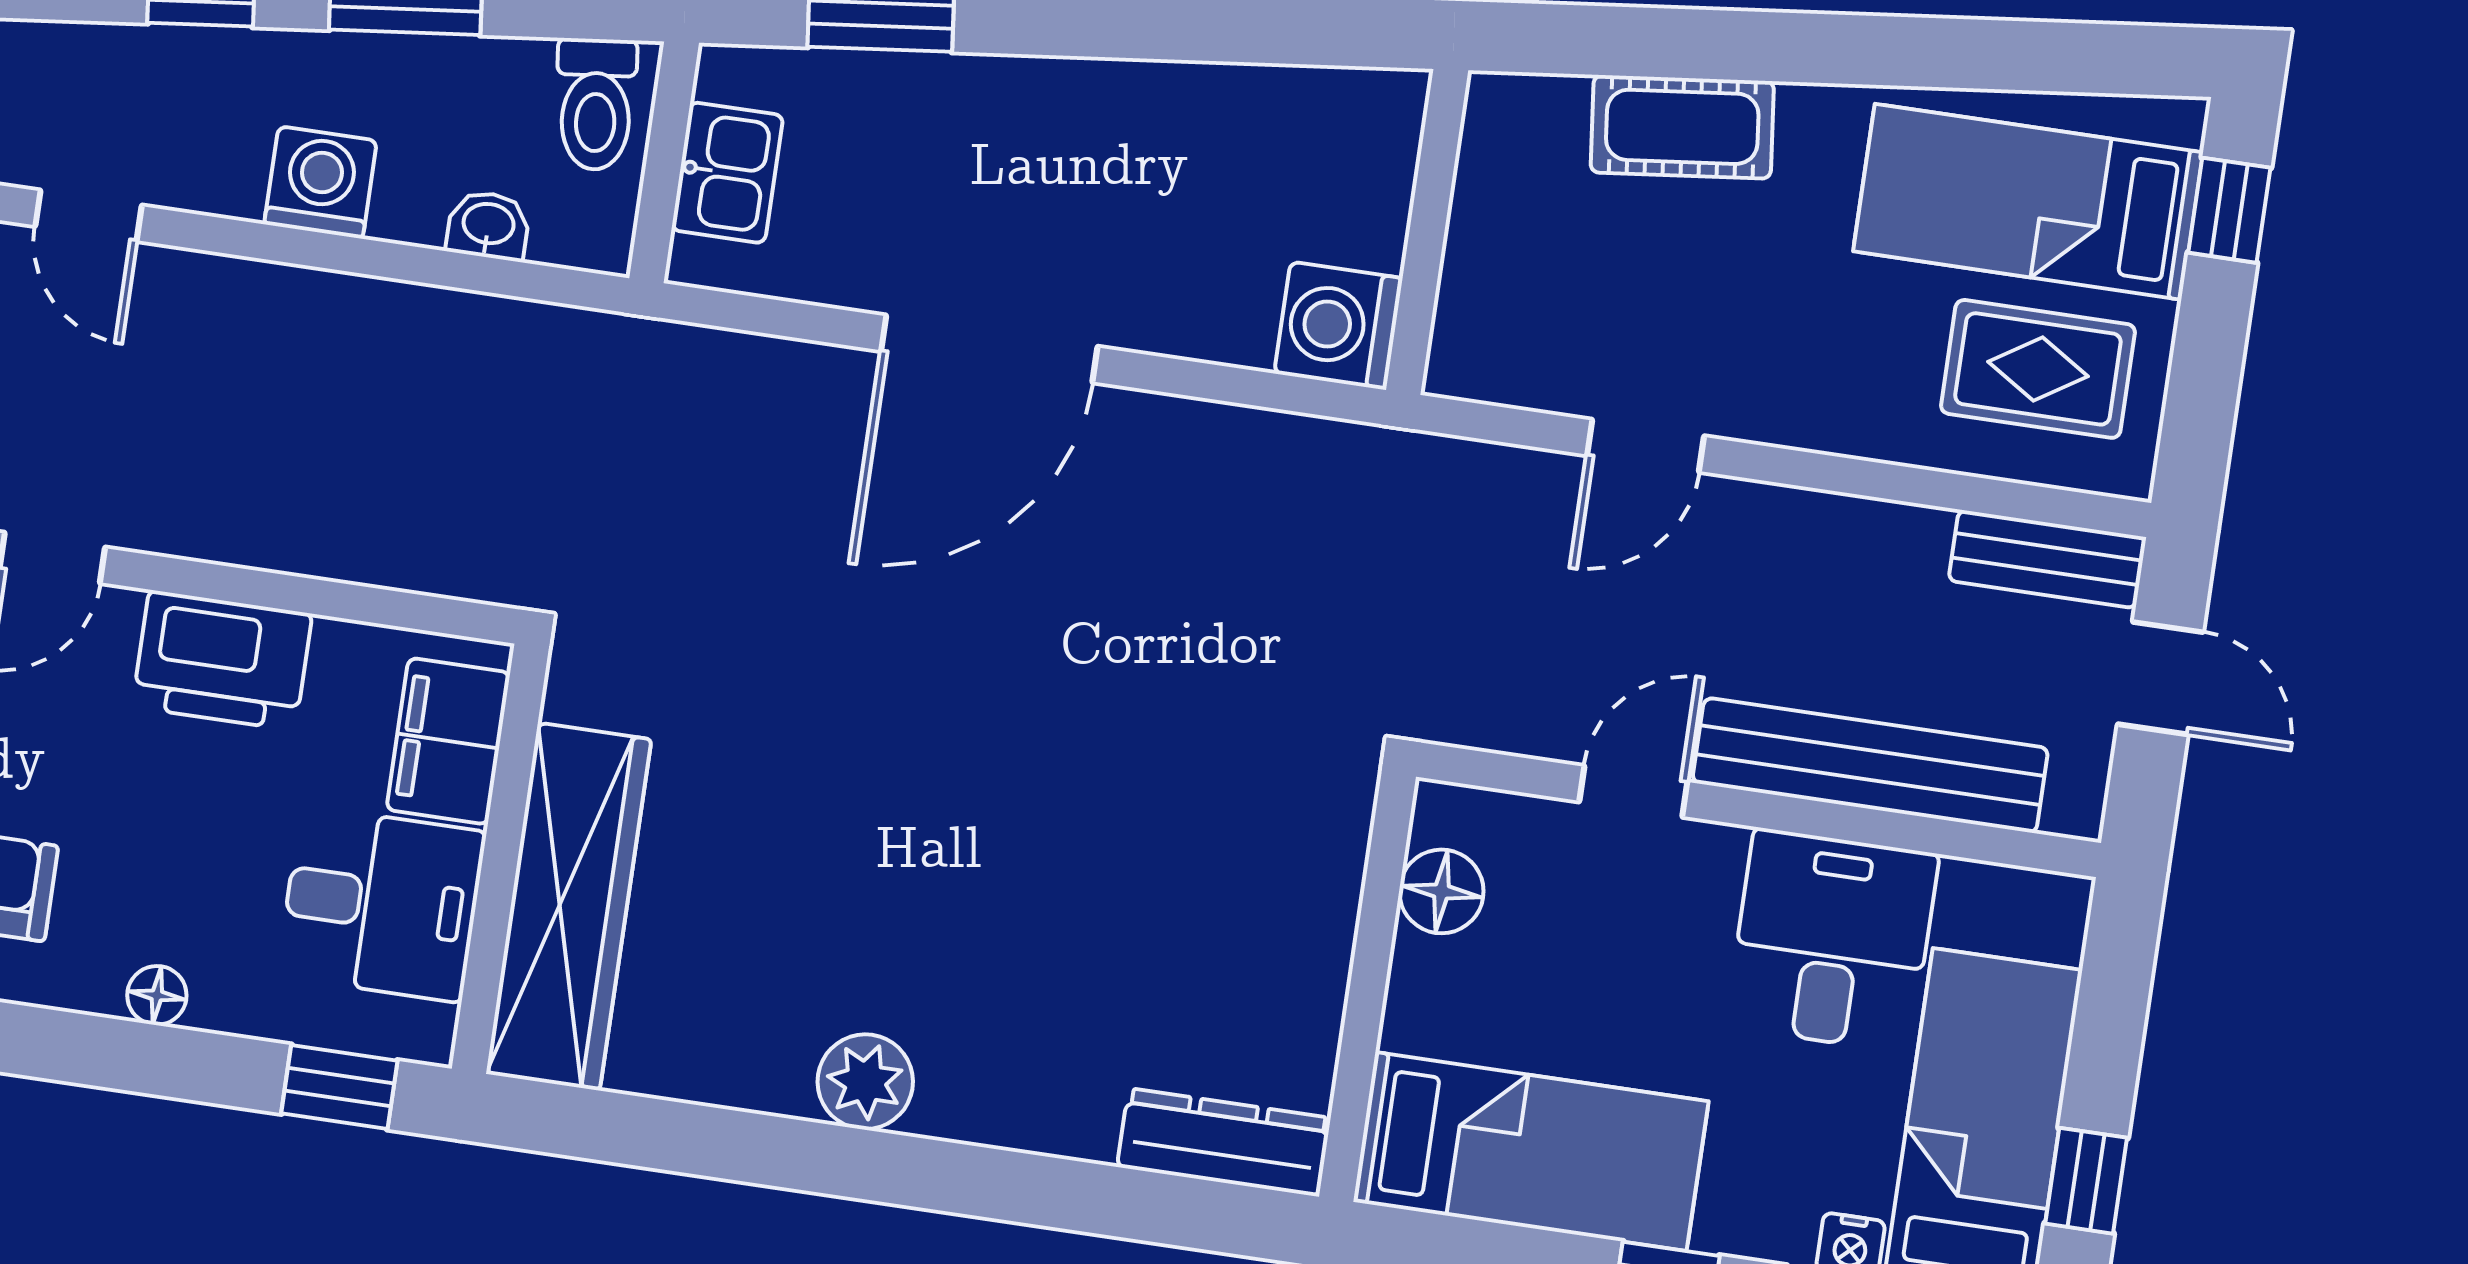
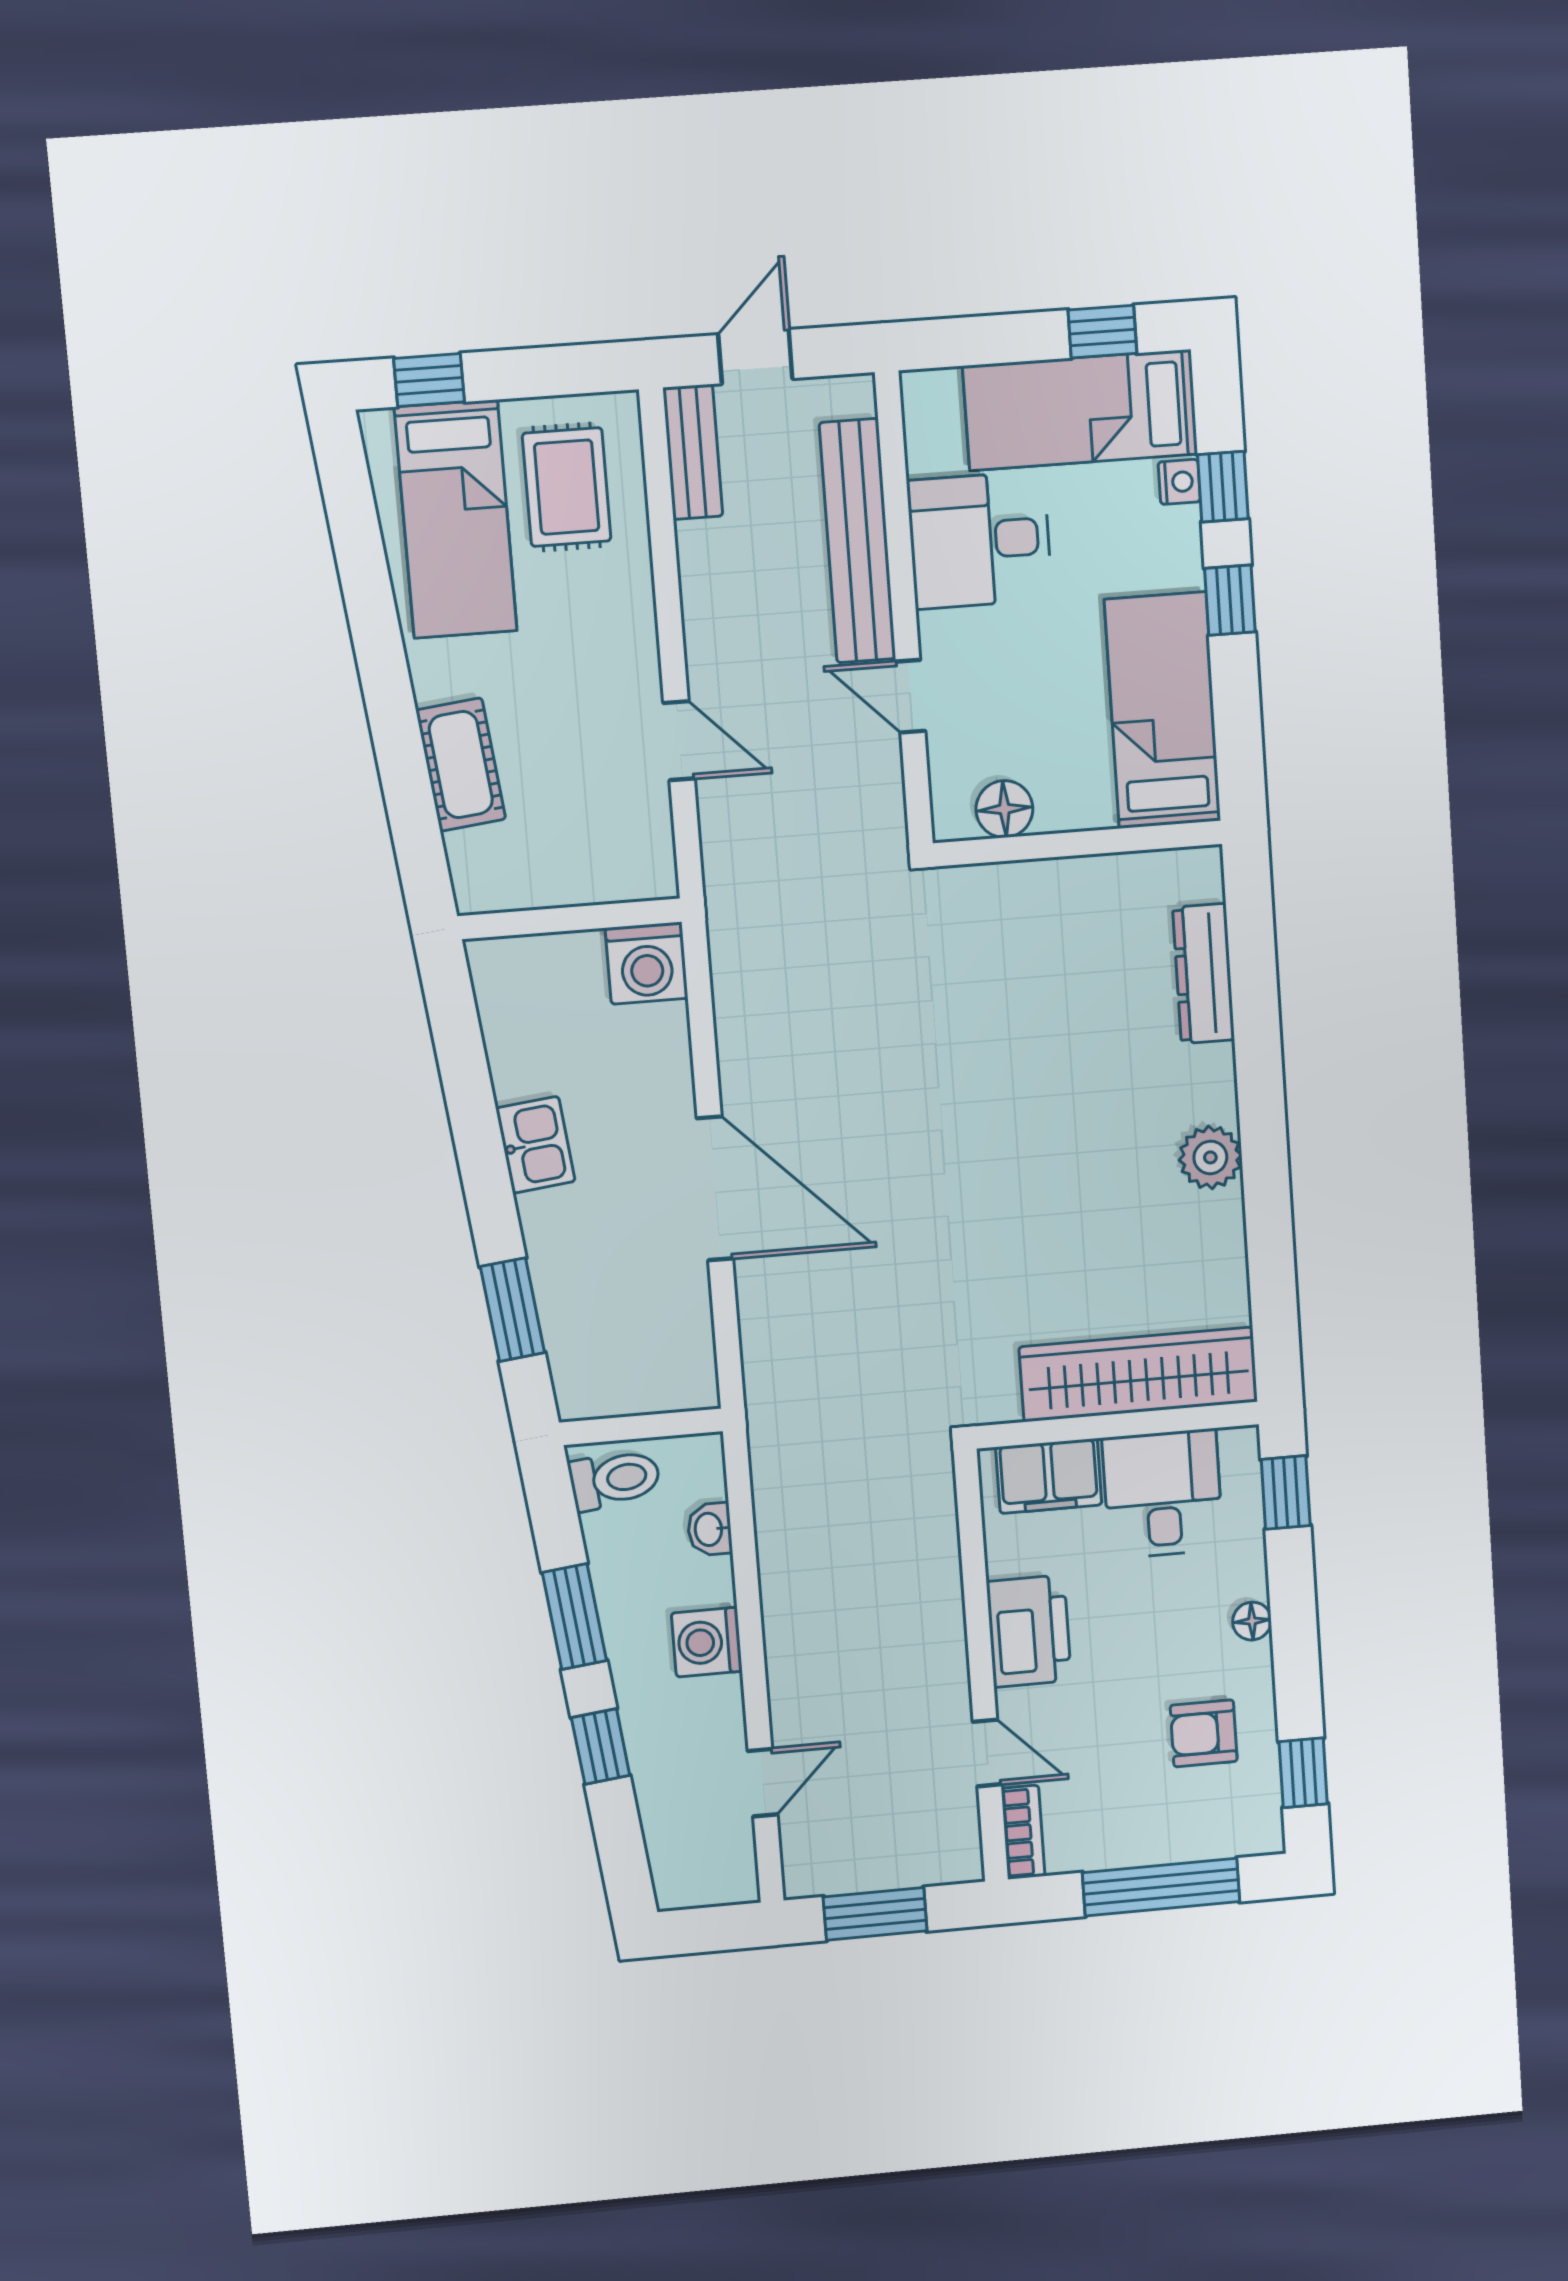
kitchen sink: (727, 173) -> (535, 1145), moved, turned 84
dresser: (1224, 1142) -> (1204, 974), moved

